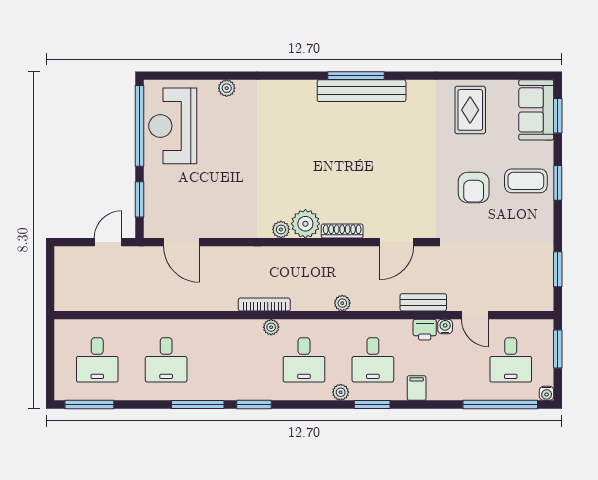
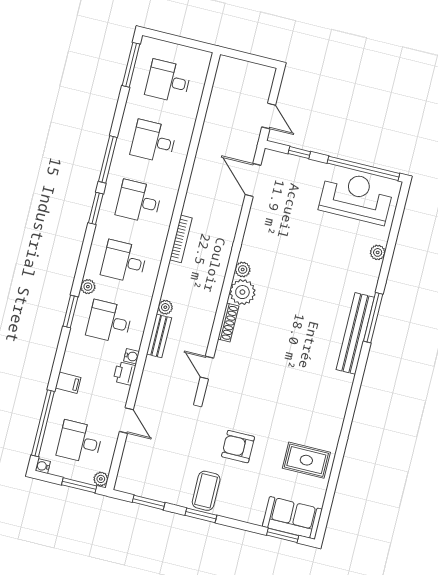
window: (356, 76) -> (373, 318), moved
bench: (362, 91) -> (355, 333), moved
coffee table: (526, 181) -> (206, 491), moved
window: (558, 183) -> (201, 515), moved
window: (140, 199) -> (299, 153), width x0.67
door: (182, 242) -> (253, 180), hinge flipped
door: (397, 242) -> (207, 368), width x0.73
bench: (423, 302) -> (159, 336), moved
door: (475, 315) -> (126, 420), swing flipped
plant: (271, 327) -> (101, 479), moved
water cooler: (445, 327) -> (132, 356), moved
desk: (235, 360) -> (139, 201), added
filing cabinet: (417, 388) -> (68, 383), moved

